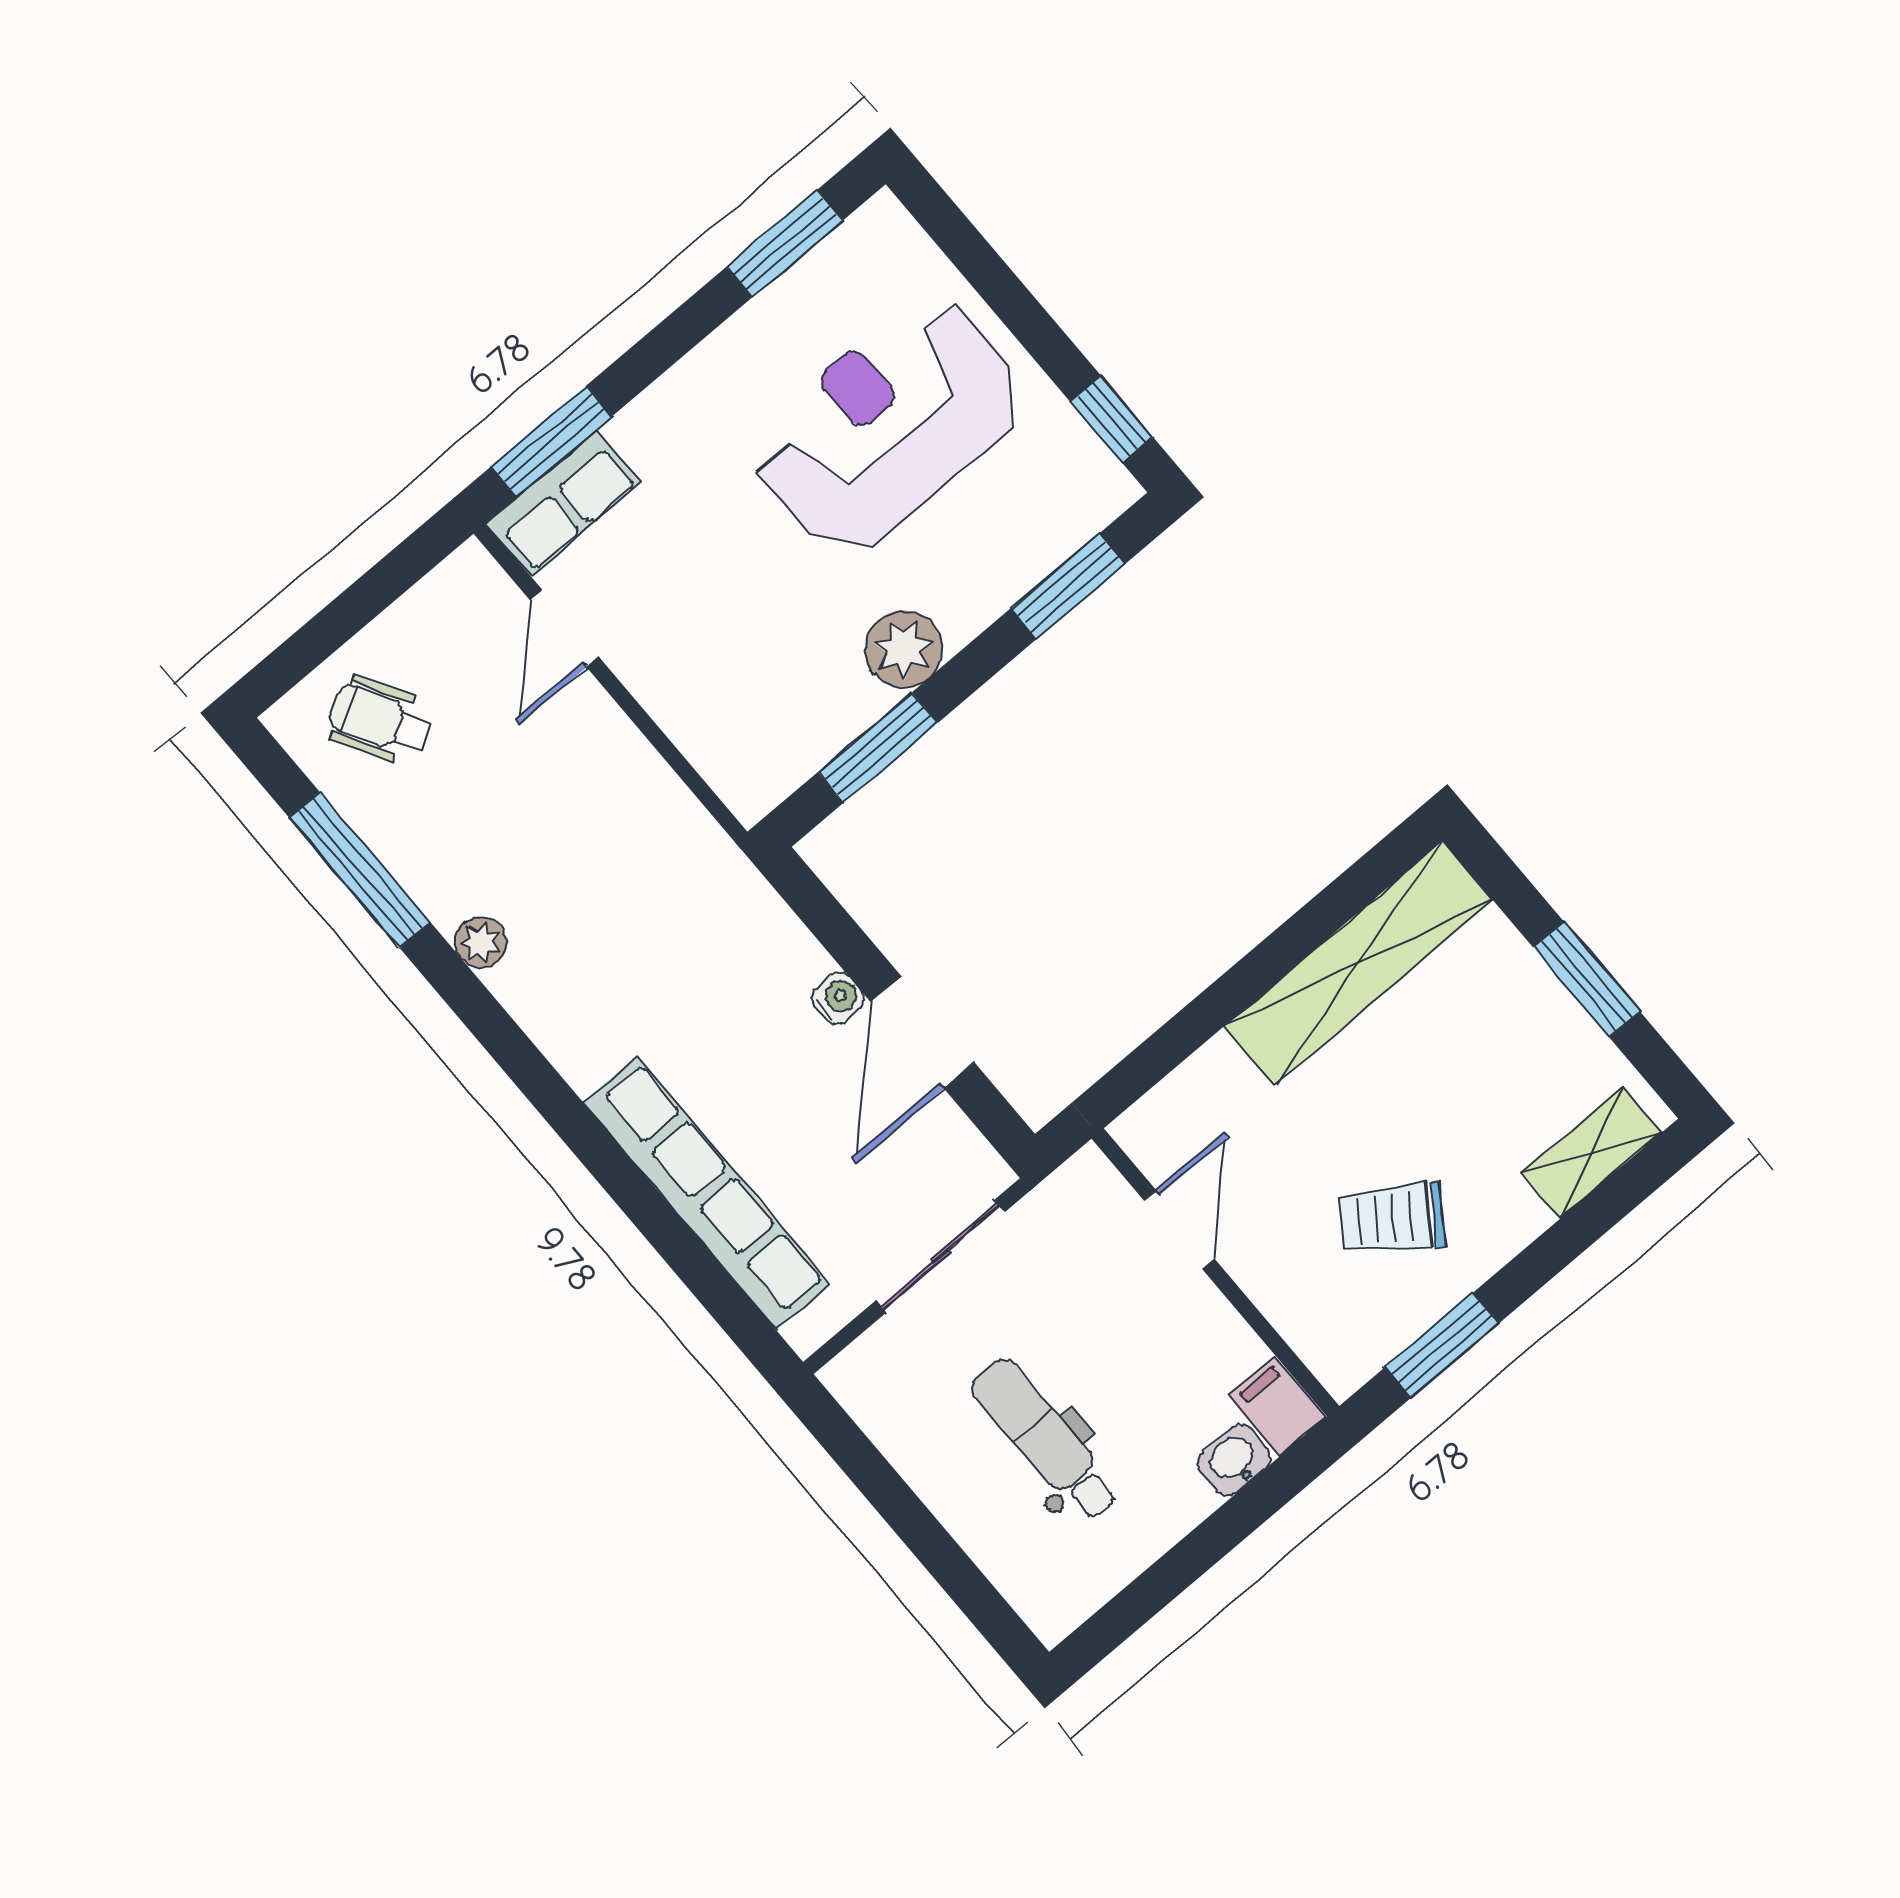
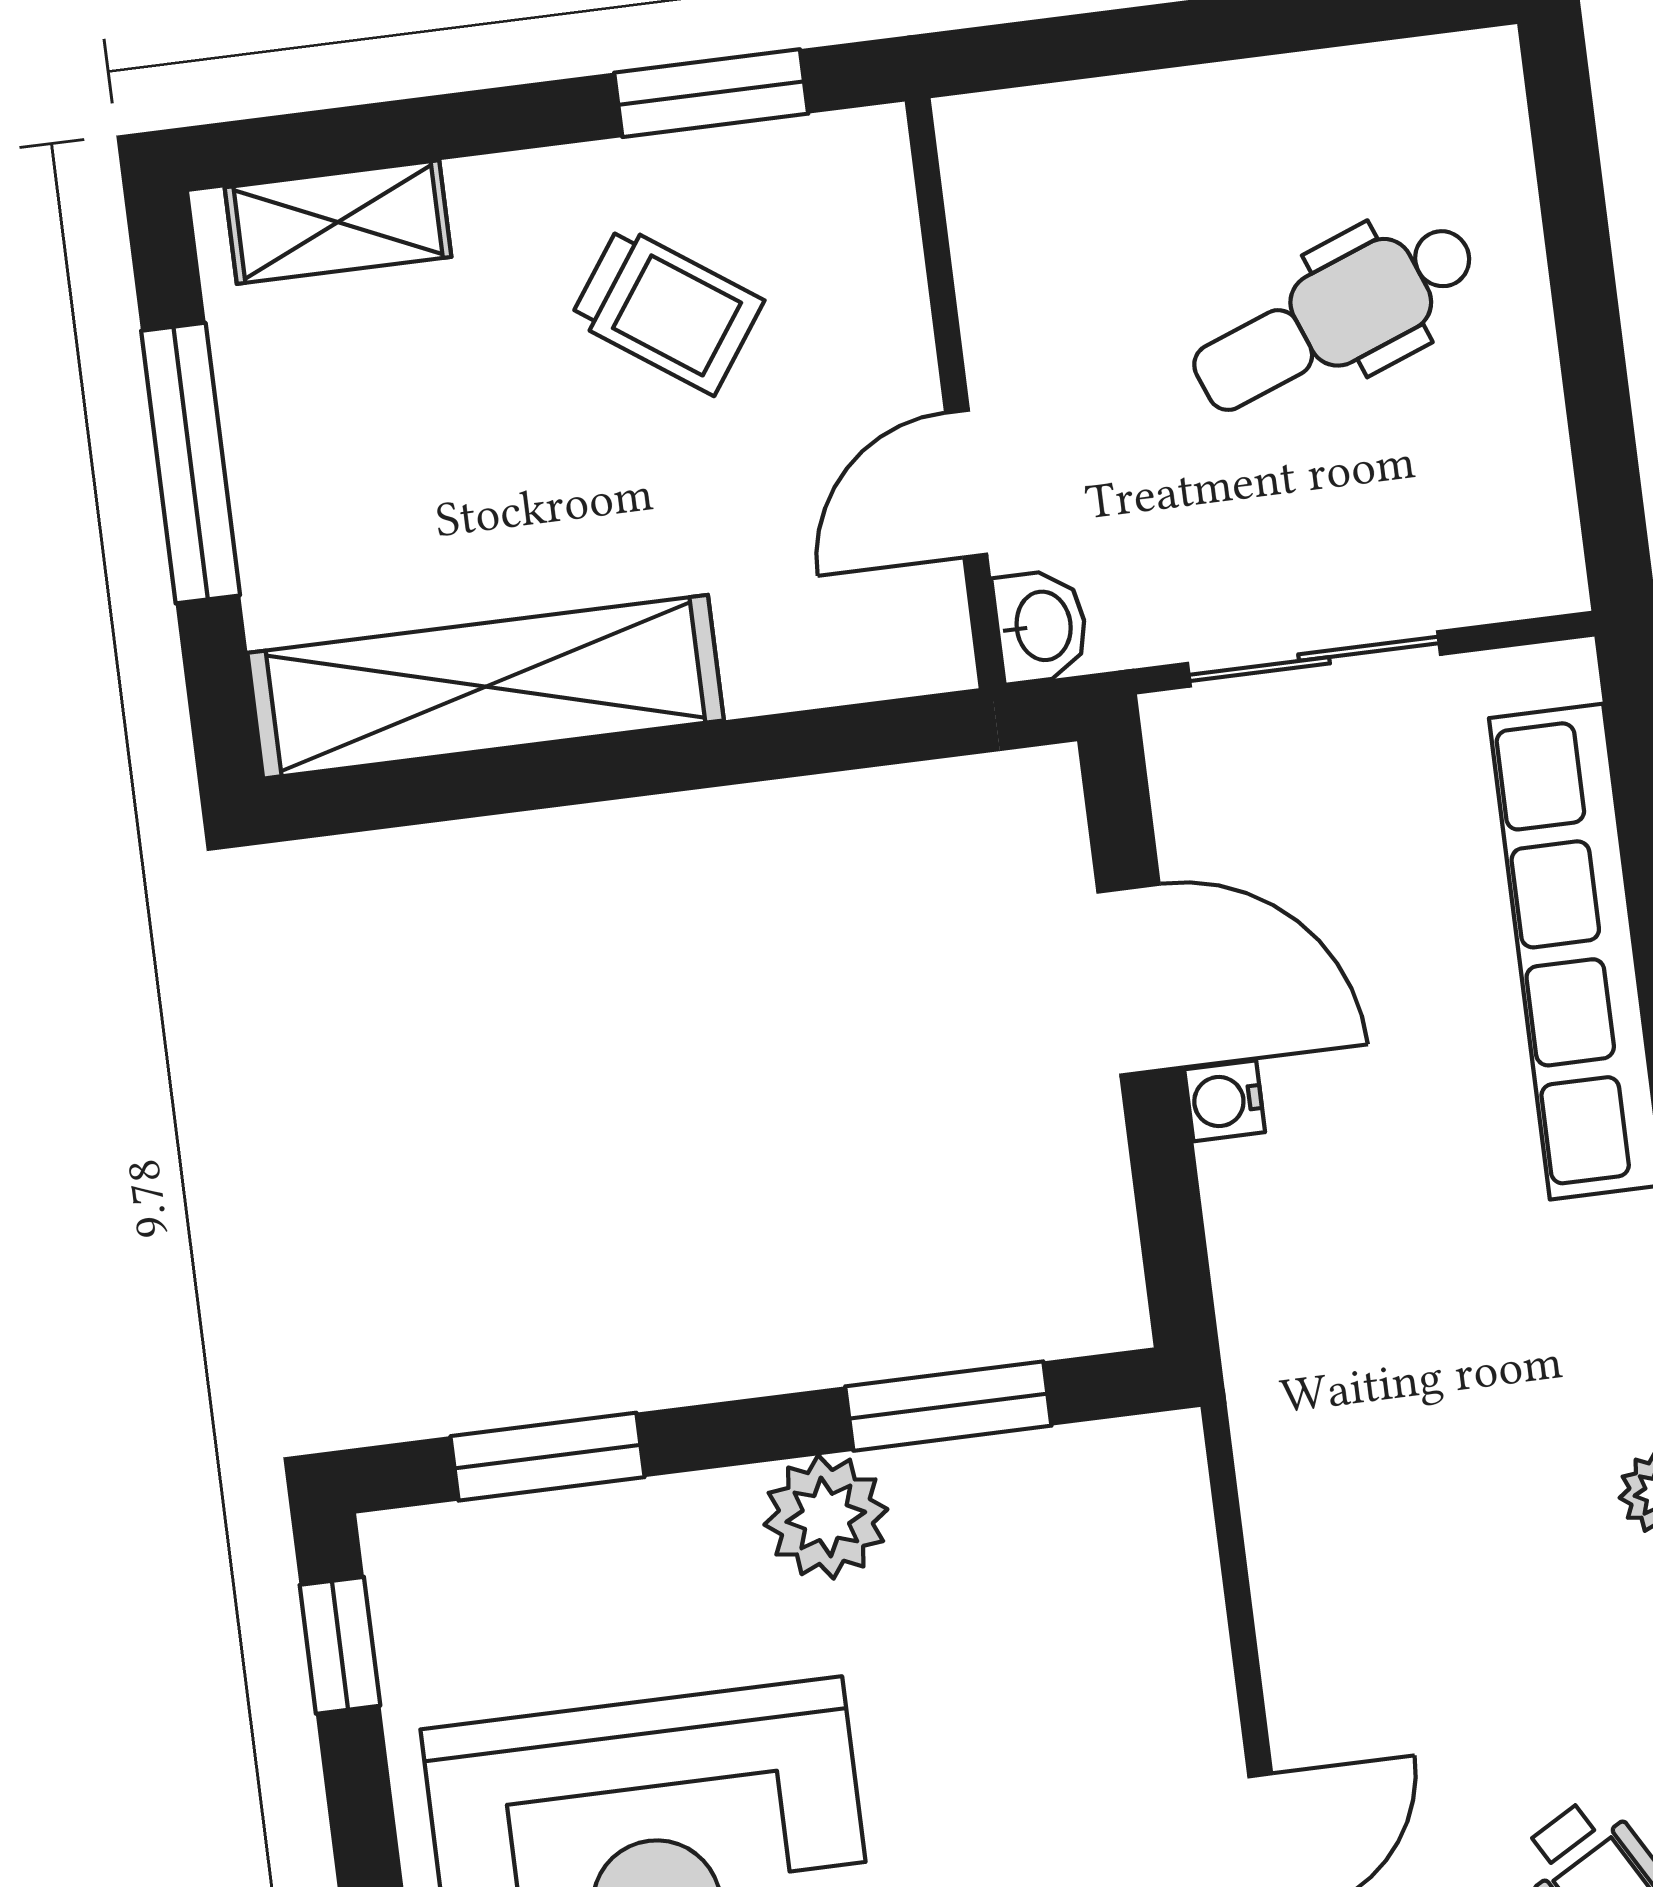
window: (1586, 979) -> (191, 463), width x1.44
door: (922, 1032) -> (1140, 980), hinge flipped
filing cabinet: (1278, 1406) -> (988, 156), removed
dental chair: (1045, 1440) -> (1335, 316), turned 69
washbasin: (1234, 1460) -> (1041, 626), moved, turned -90

